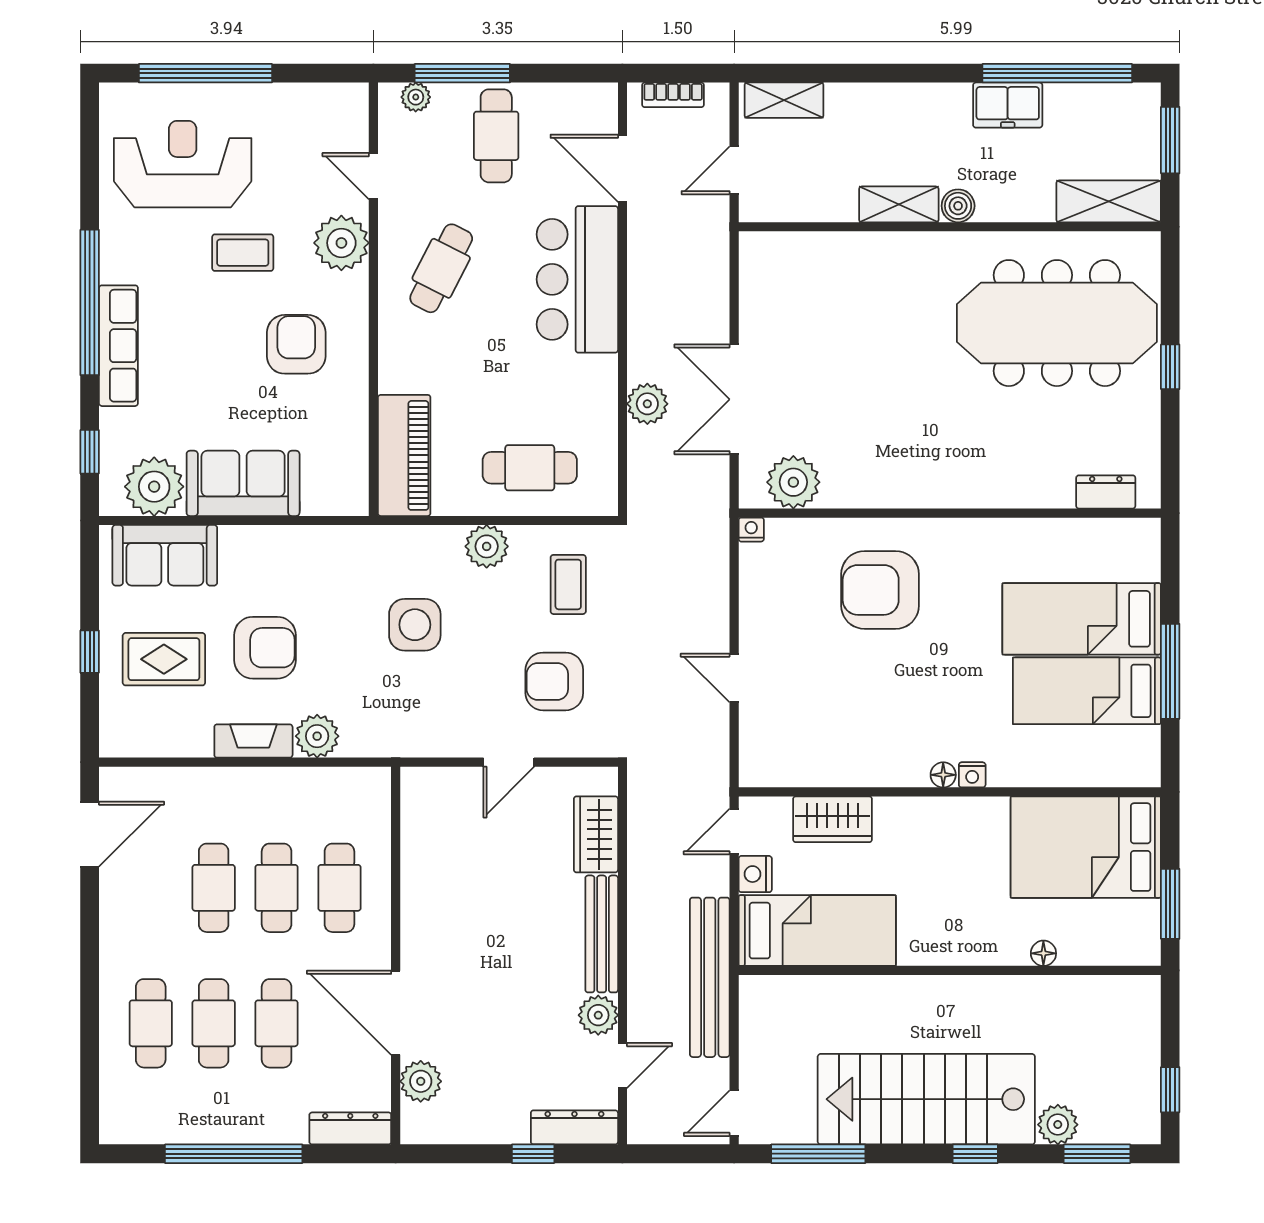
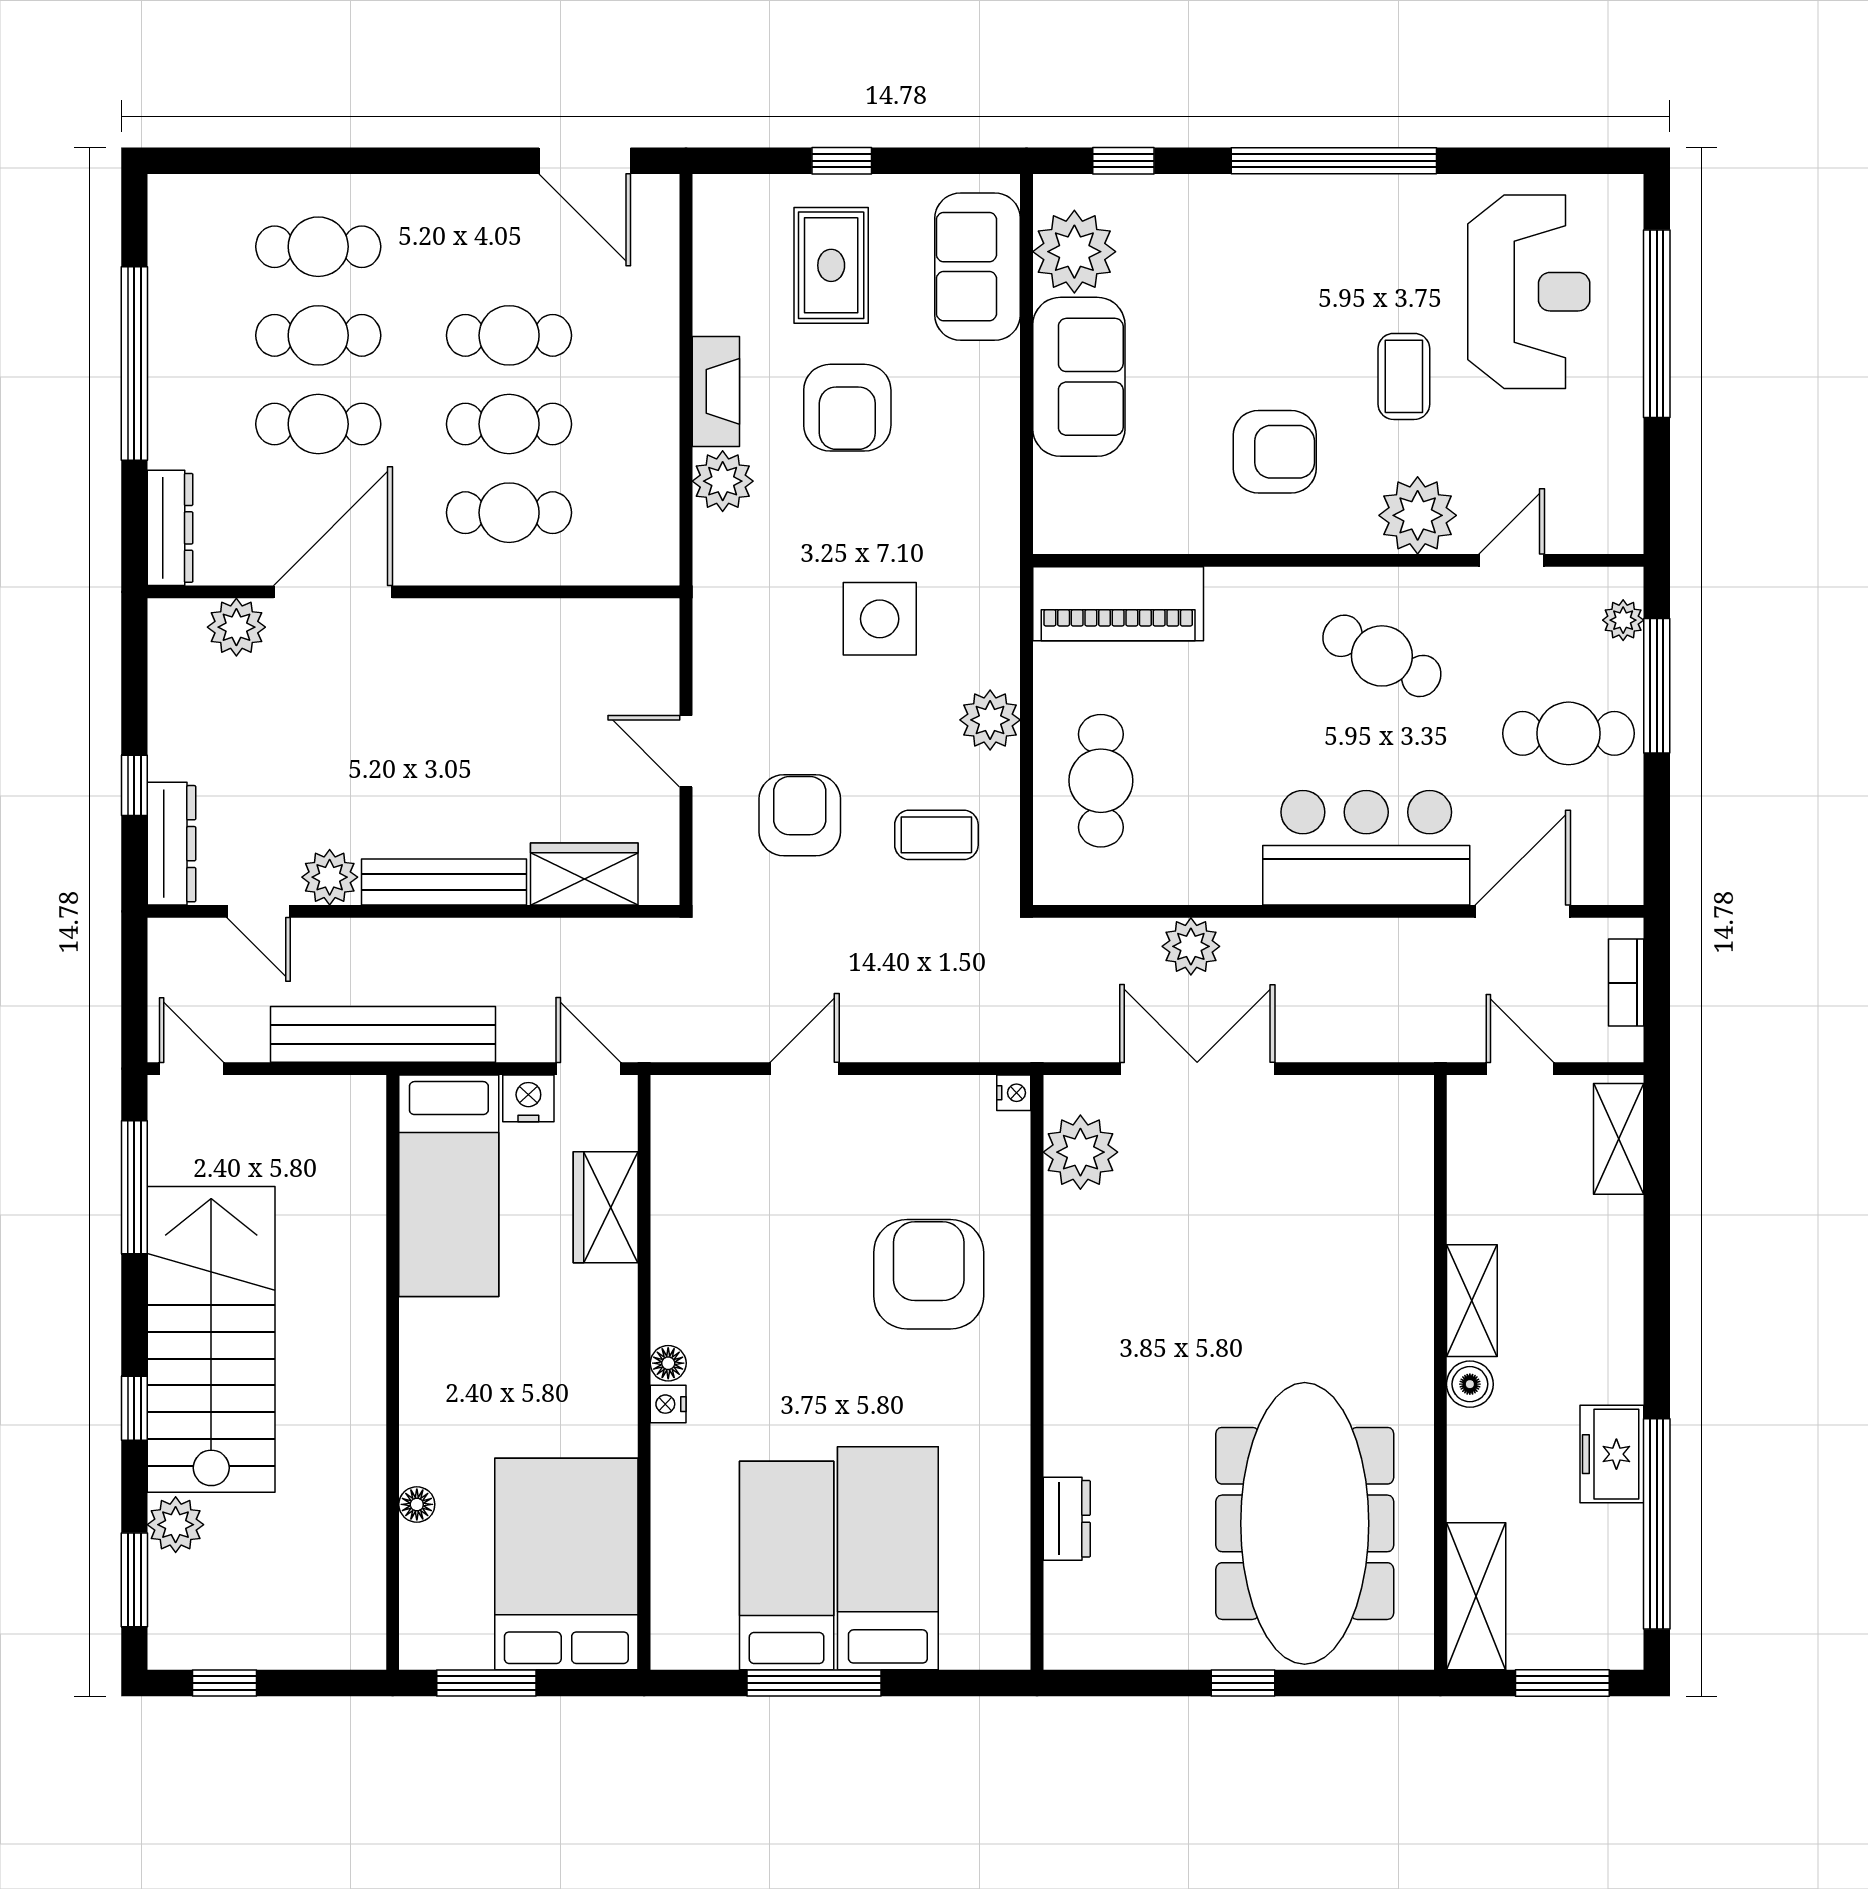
row of seats: (118, 346) -> (1273, 201), removed
dresser: (1106, 492) -> (1067, 1519), moved

